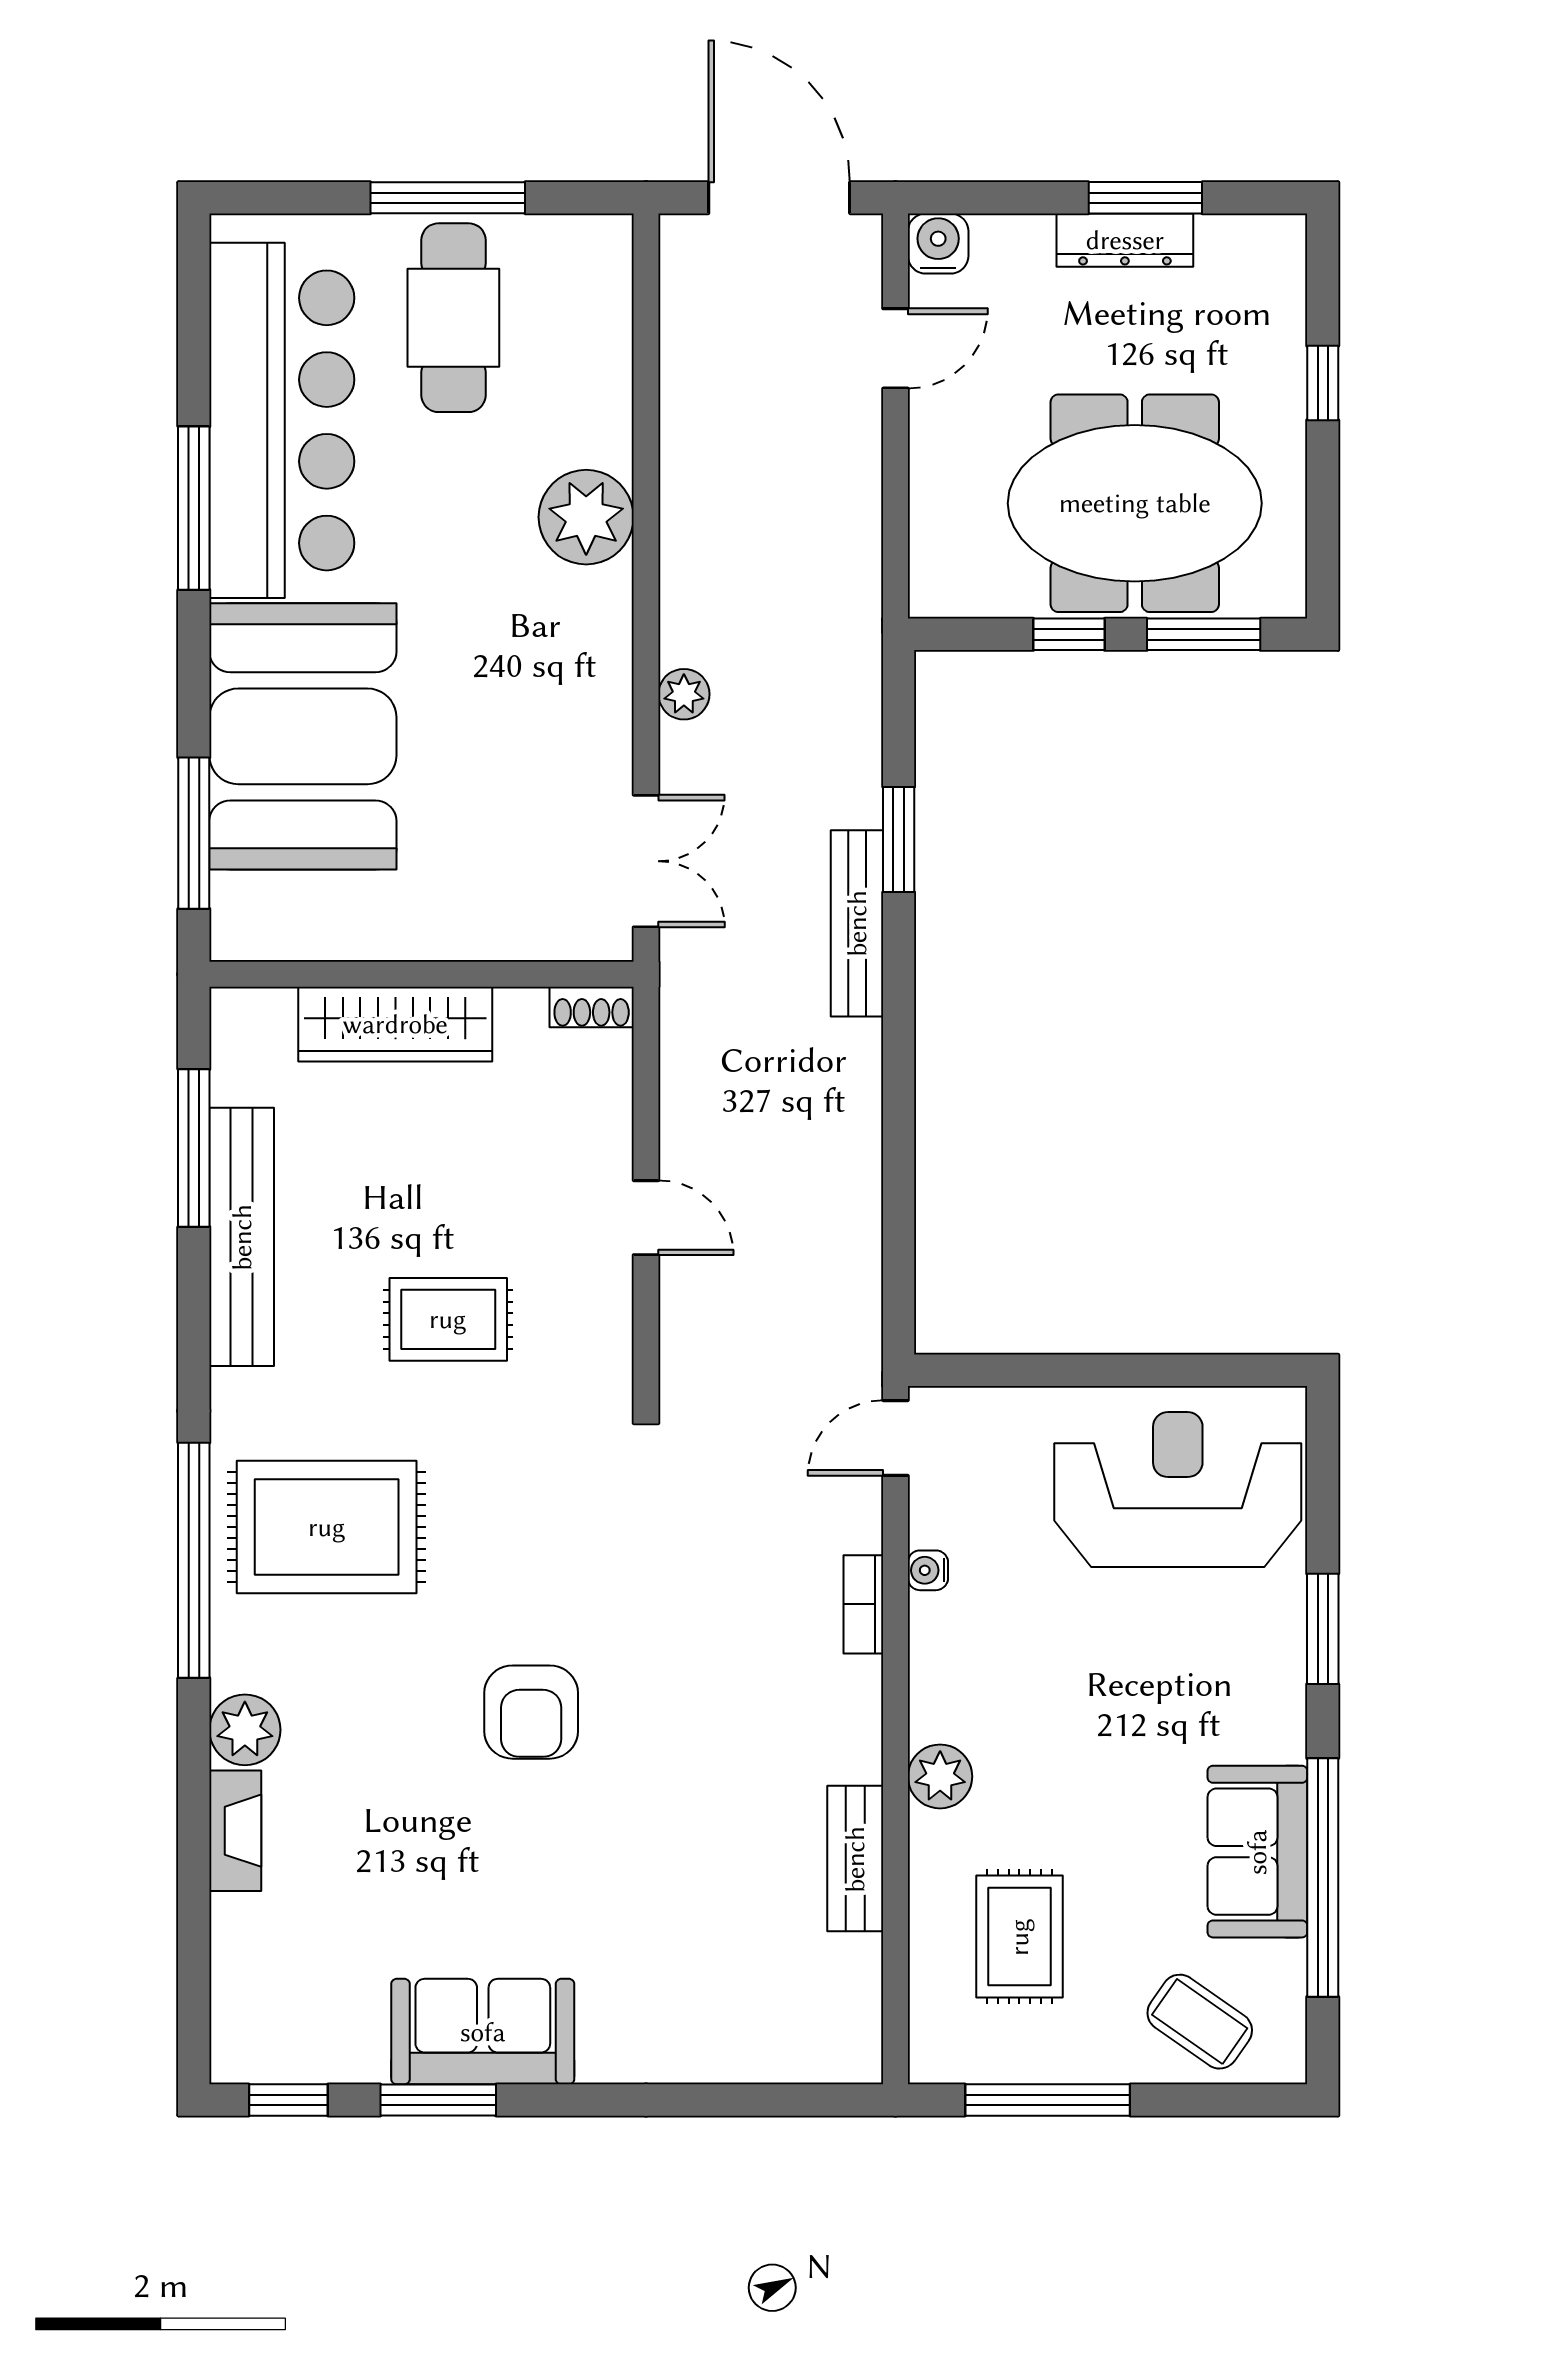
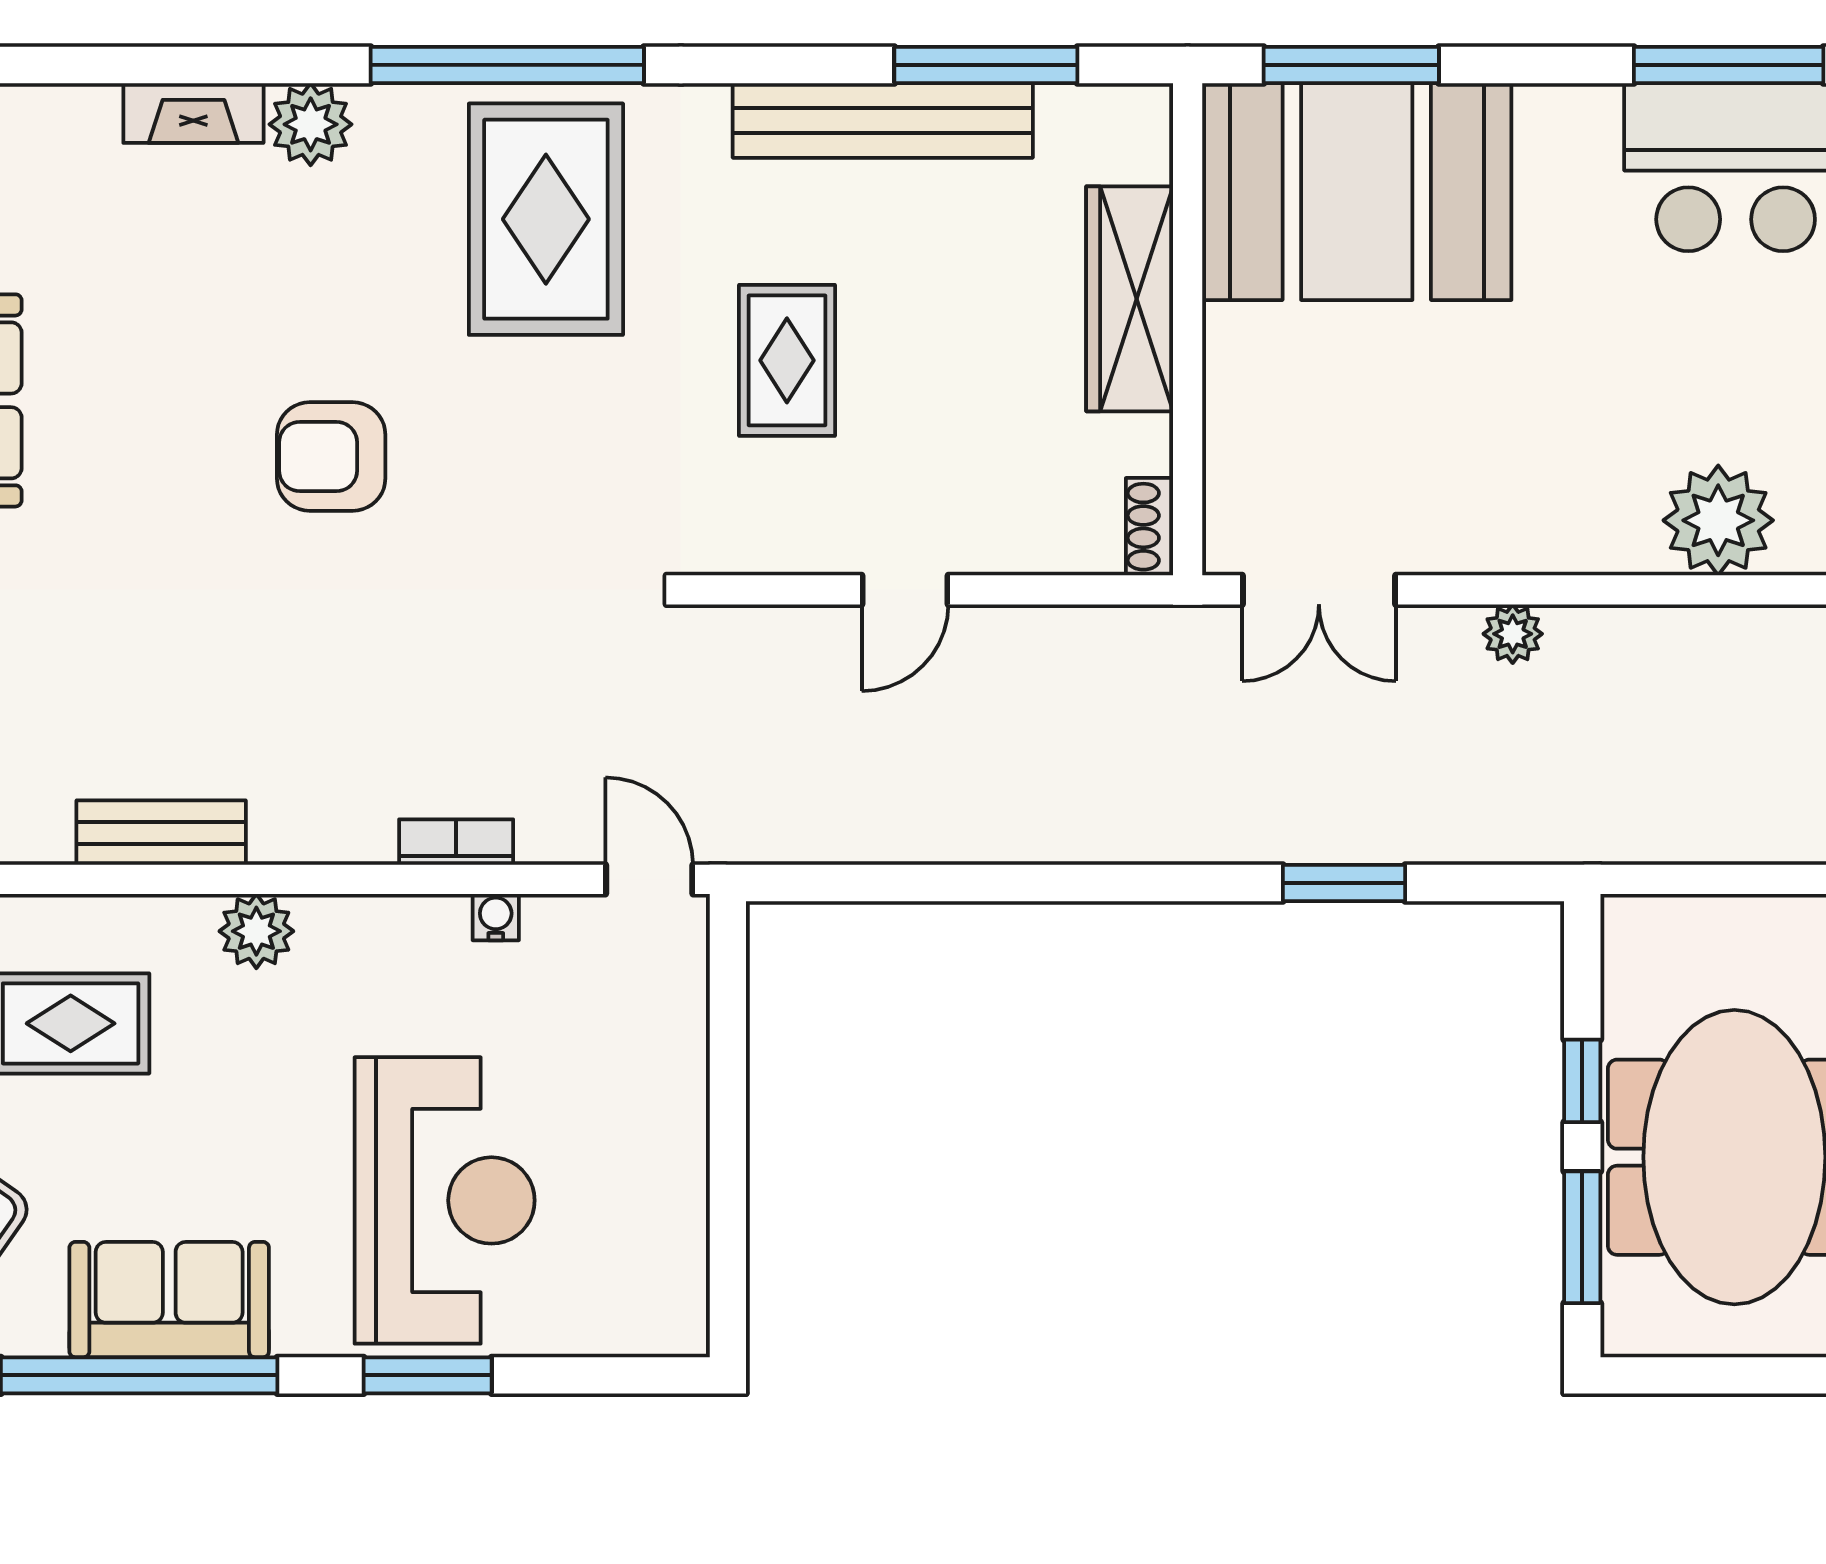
booth: (303, 736) -> (1357, 192), moved
bench: (857, 923) -> (1247, 835), removed
reception desk: (1178, 1490) -> (445, 1200), moved

